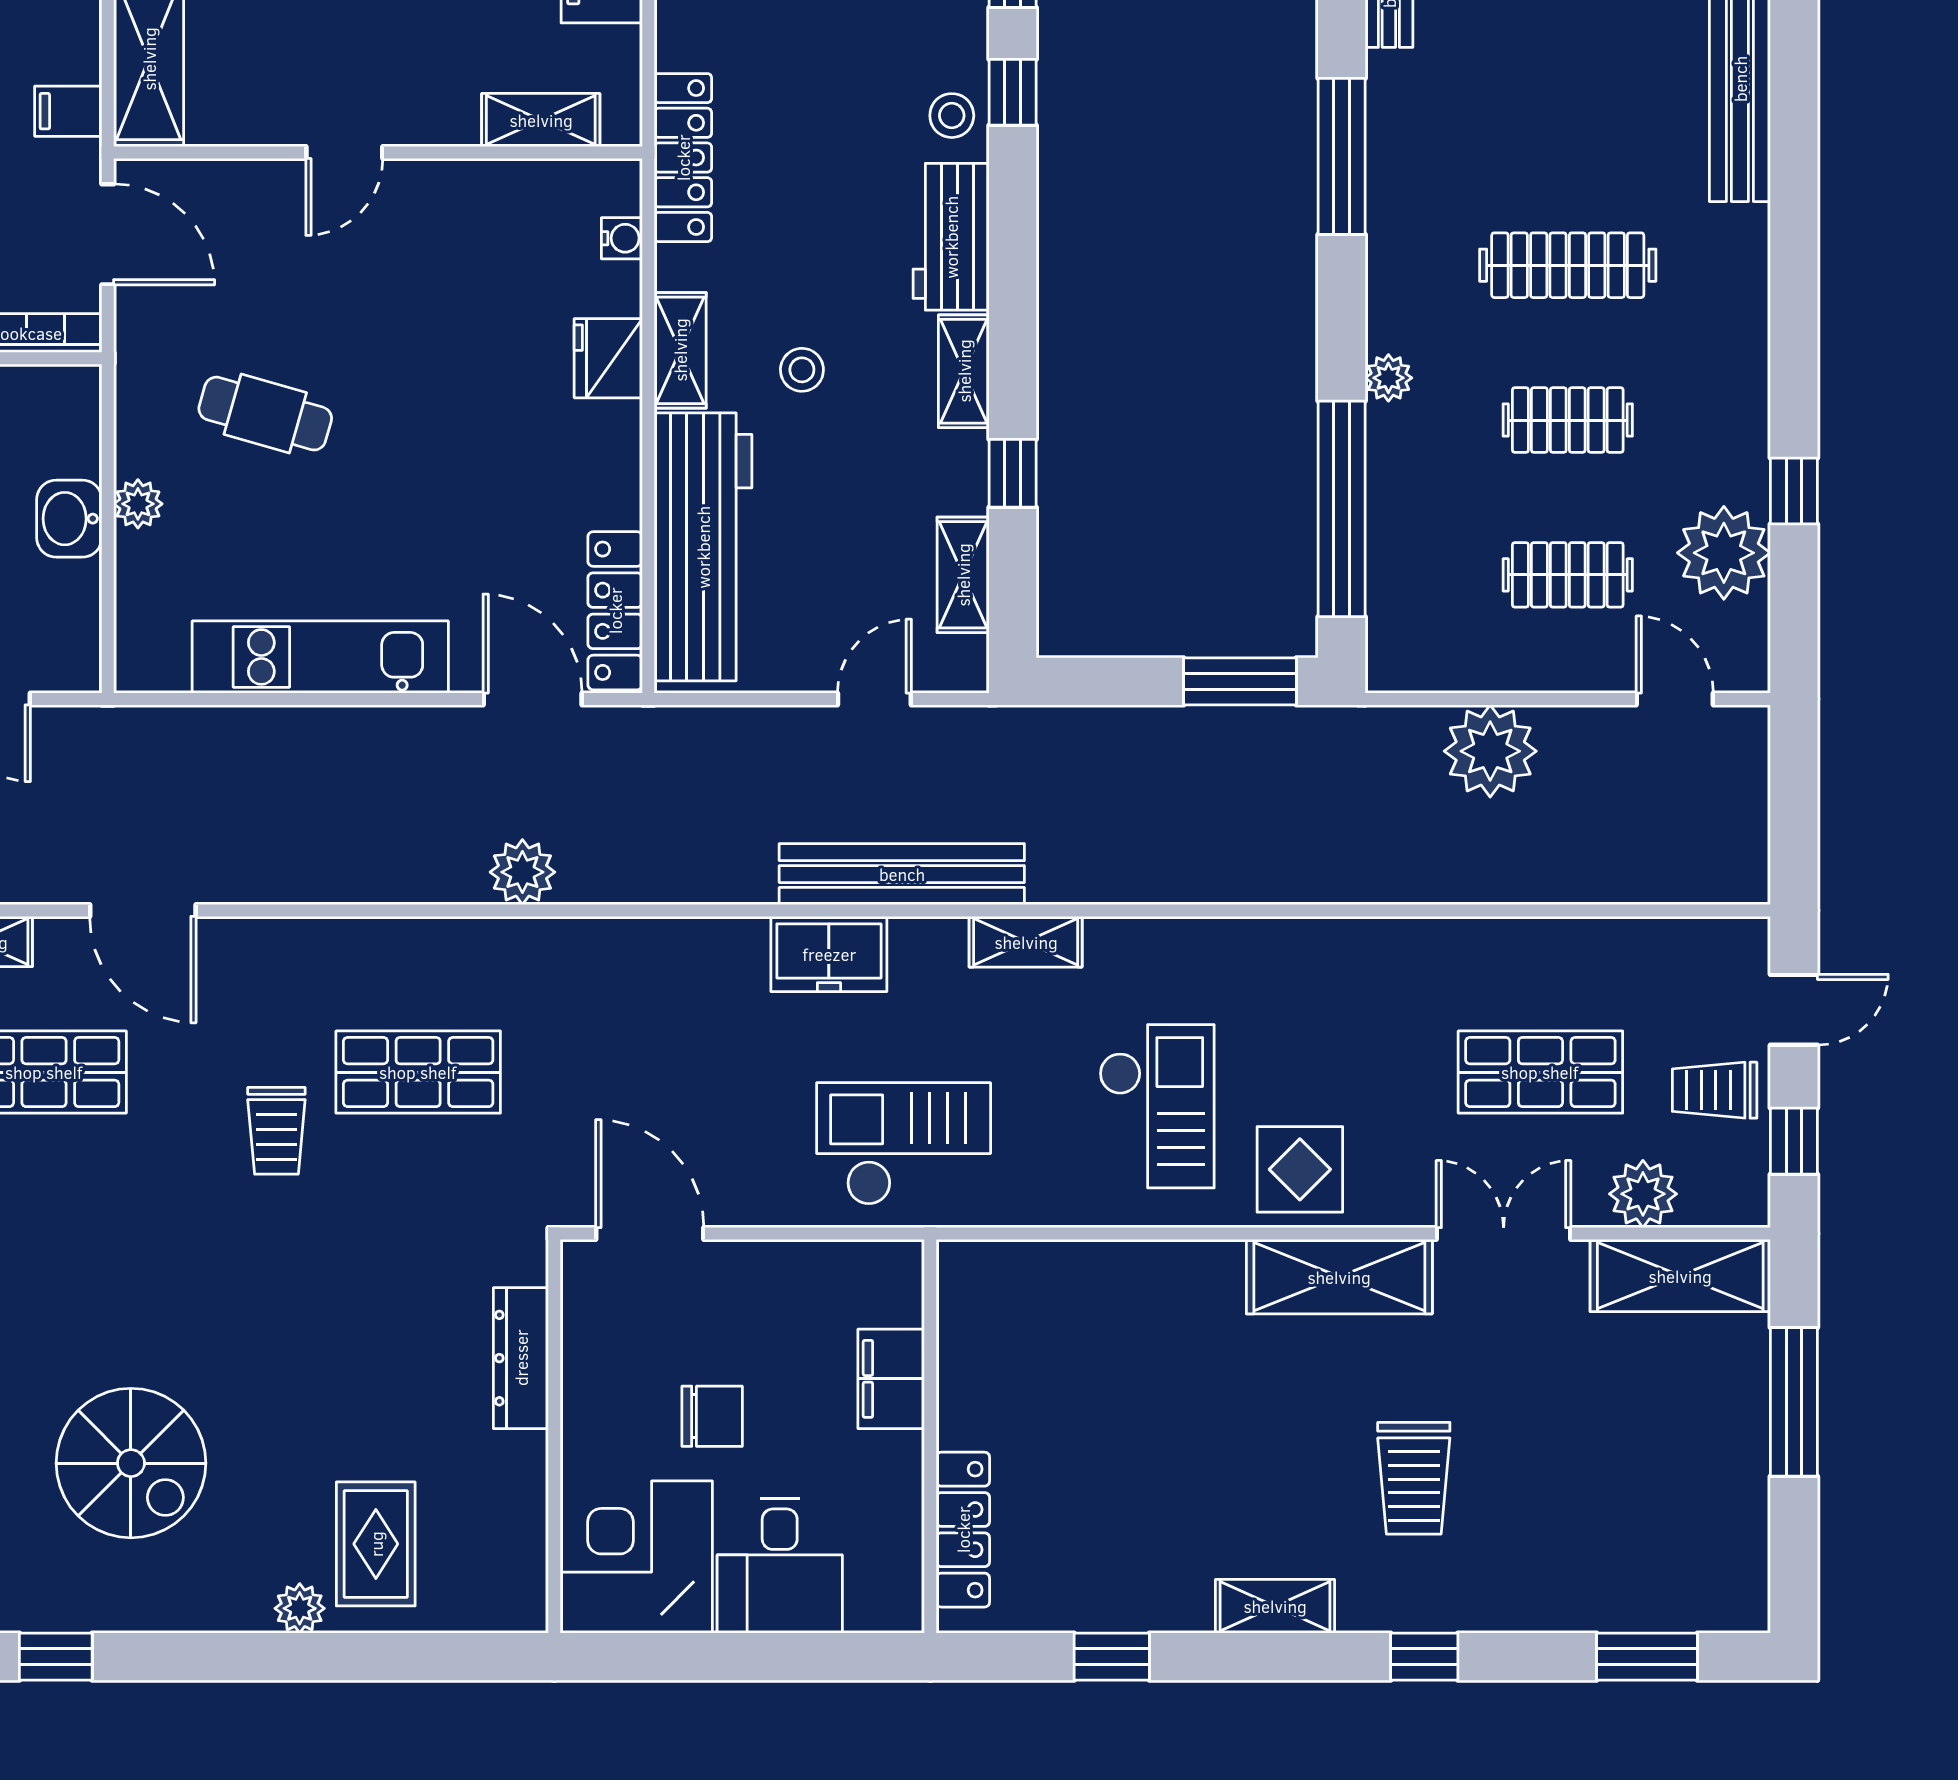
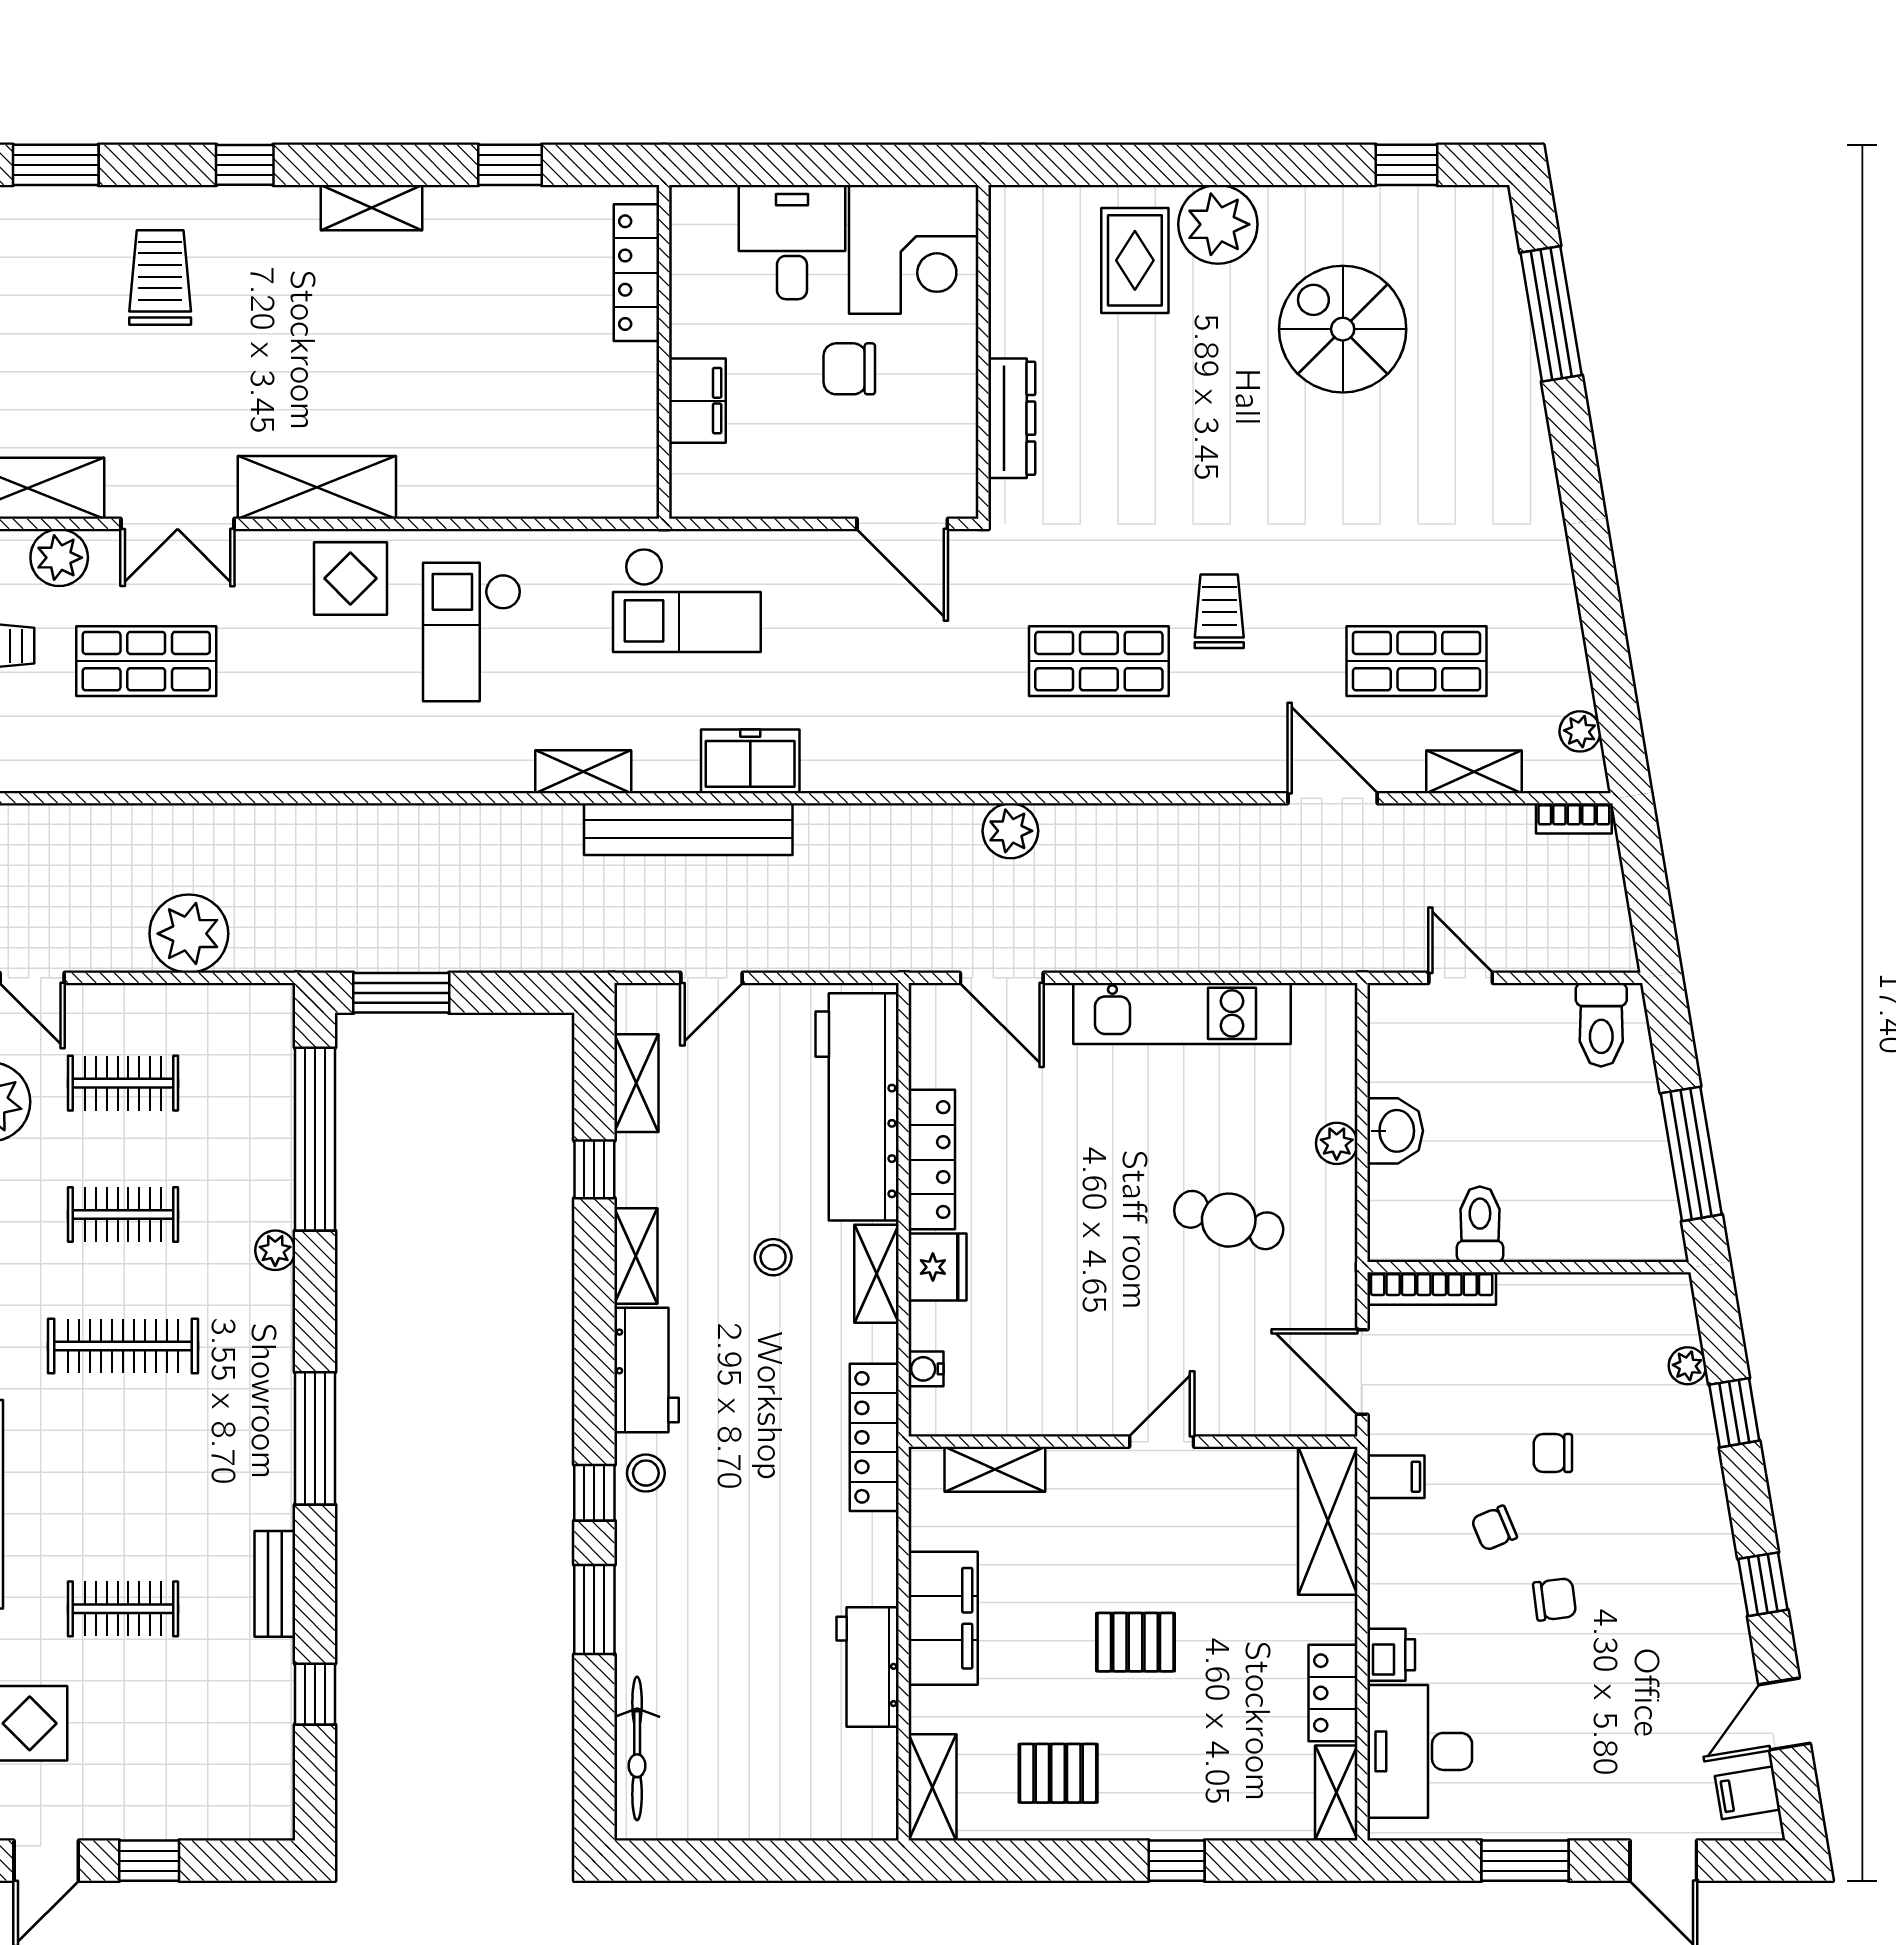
locker: (615, 611) -> (932, 1160), moved
trolley: (1414, 1478) -> (160, 277), moved
plant: (300, 1608) -> (1218, 224), width x1.87, depth x1.87

